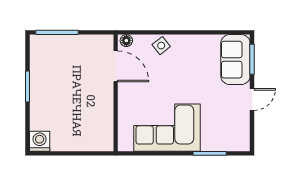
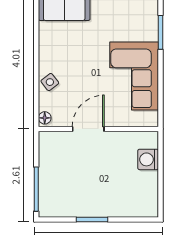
door: (116, 66) -> (88, 129), moved
washing machine: (40, 141) -> (148, 159), moved

